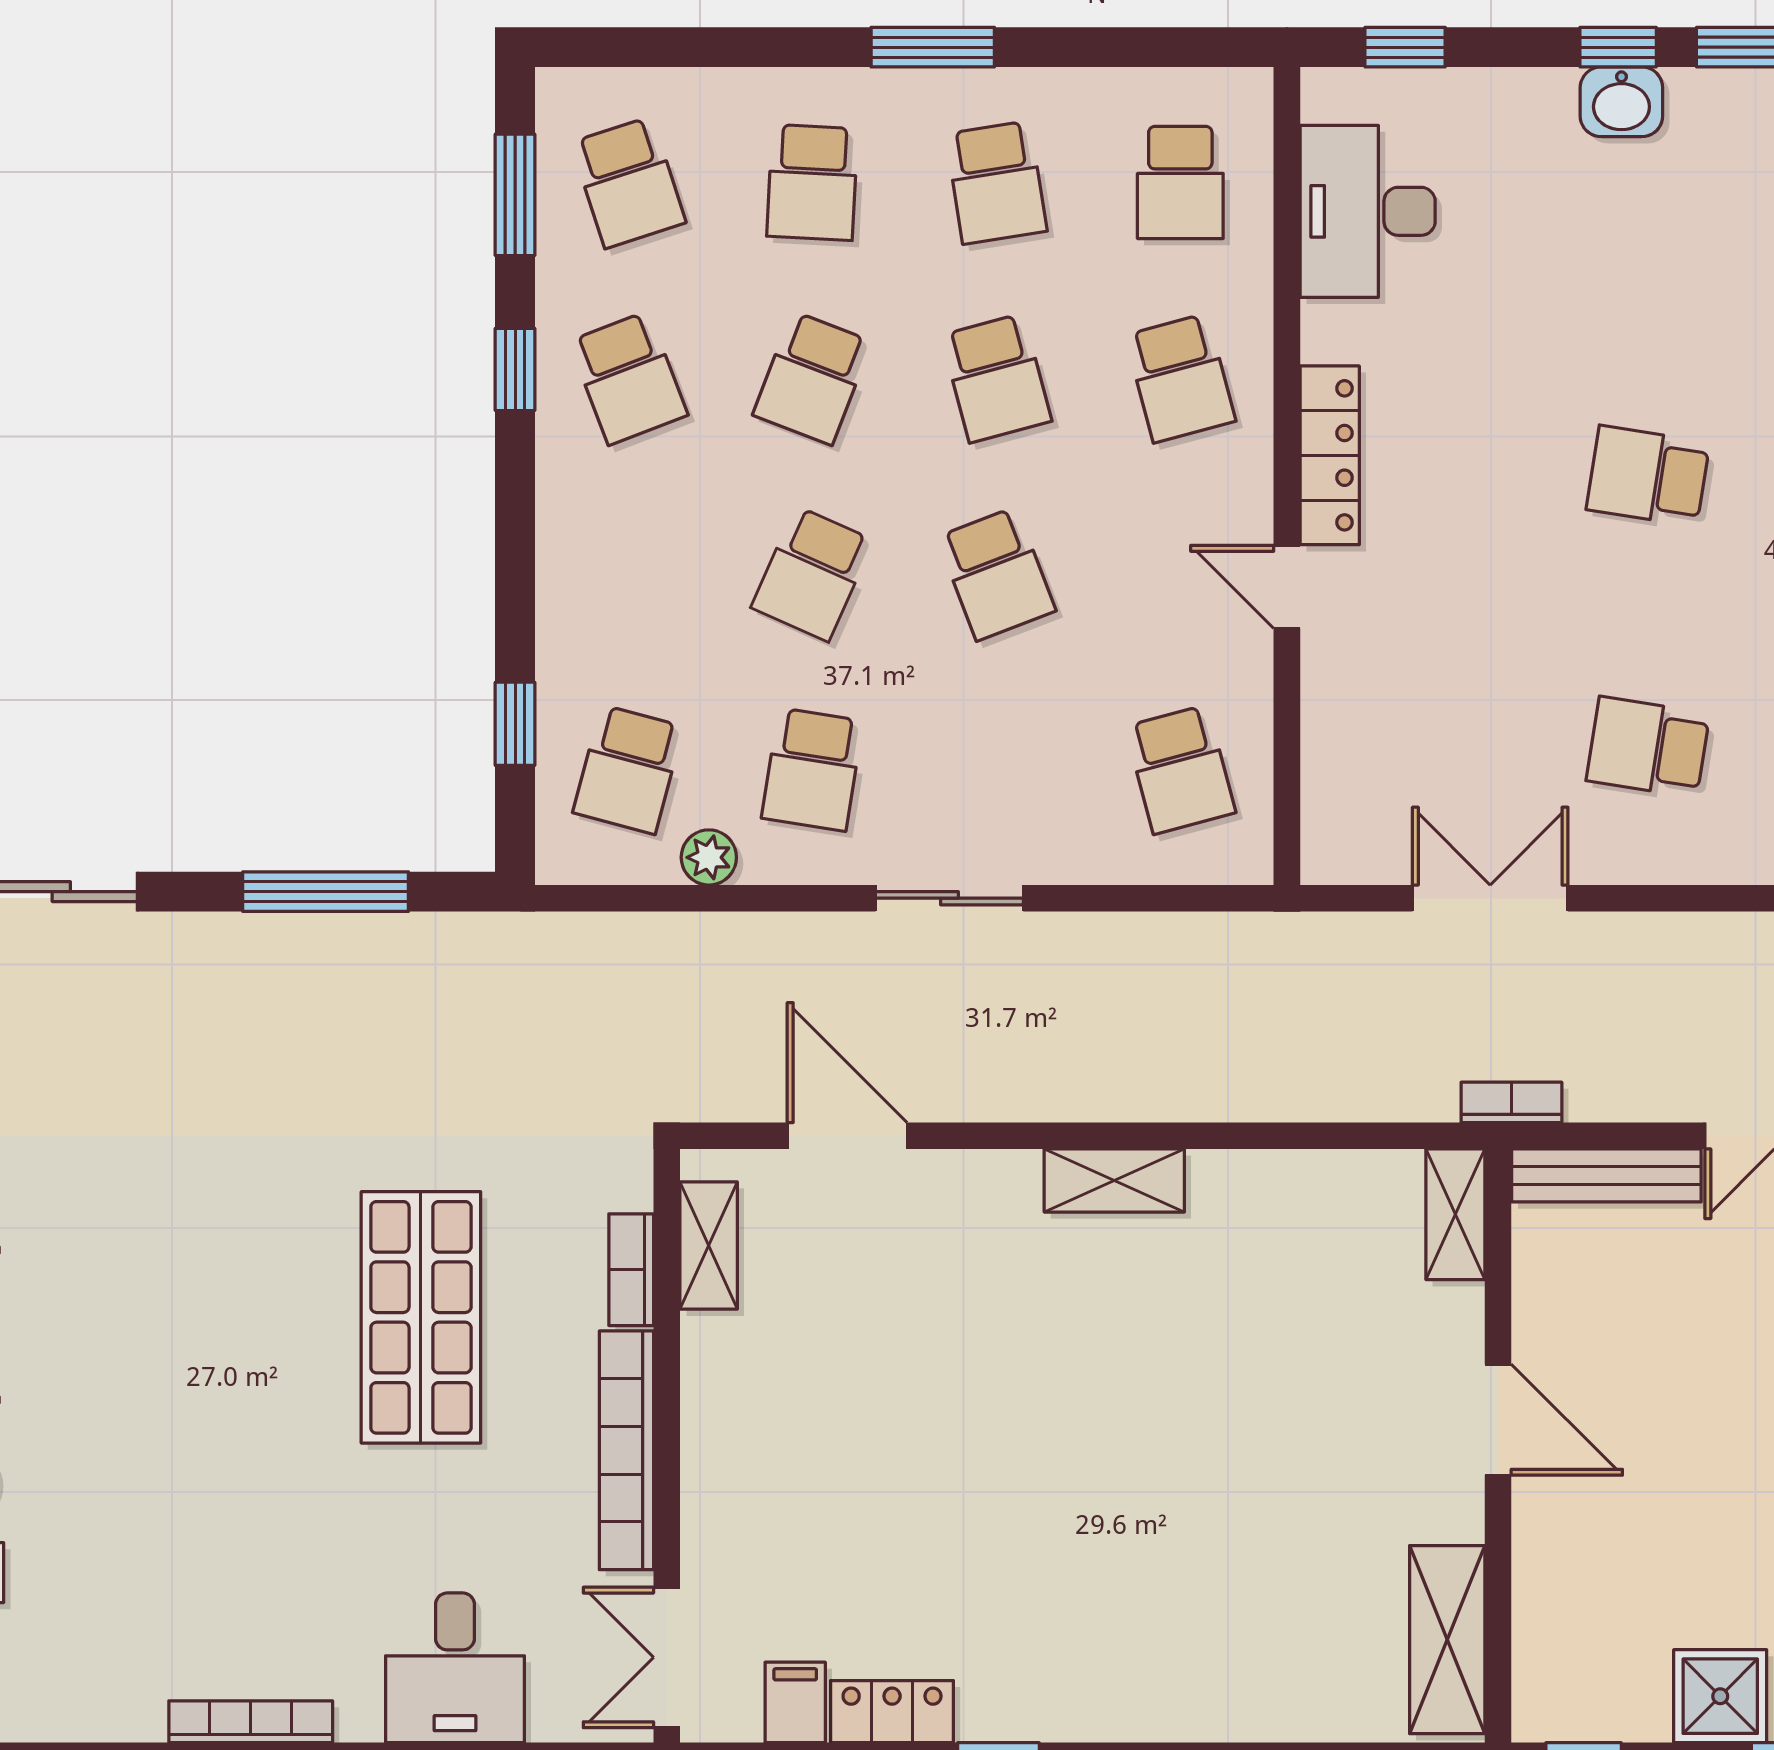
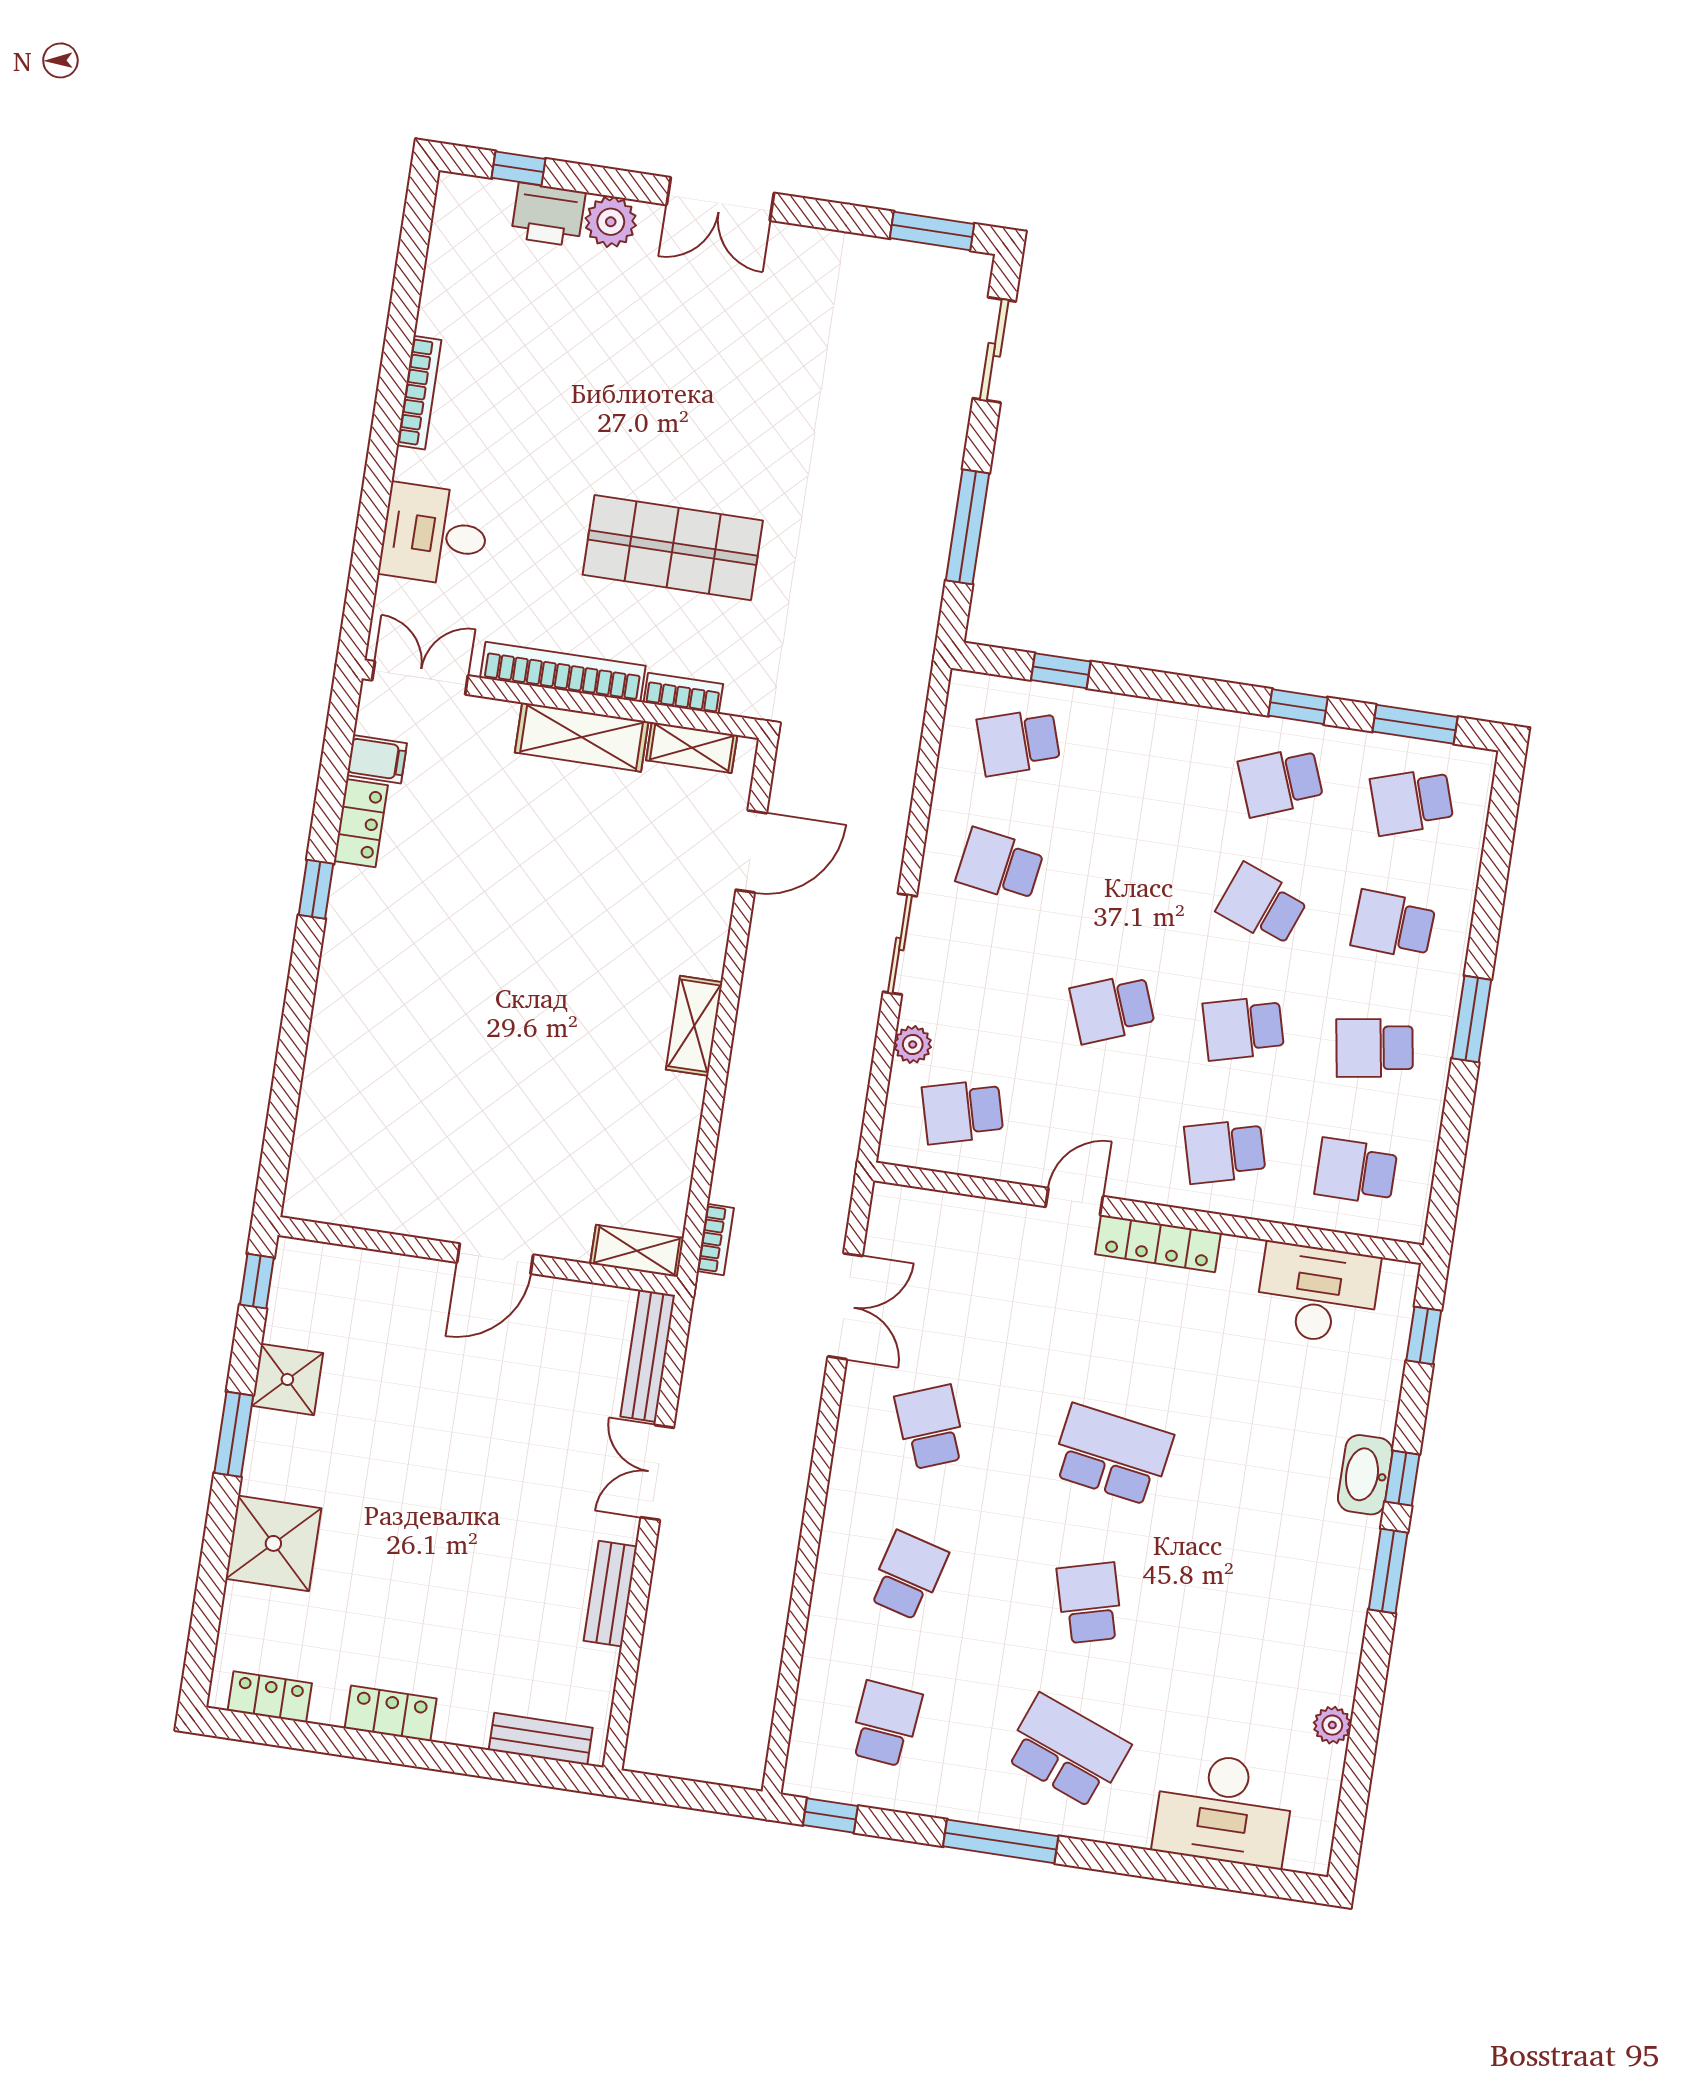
washbasin: (1621, 102) -> (1365, 1475), width x1.38
school desk: (1648, 476) -> (1112, 1455), width x1.85
school desk: (812, 574) -> (1131, 885), removed
school desk: (1648, 747) -> (930, 1427), turned -30
school desk: (628, 770) -> (1019, 742), turned -33
plant: (709, 857) -> (913, 1044), moved
bookcase: (1511, 1102) -> (715, 1239), moved
shelving: (1447, 1640) -> (582, 737), moved

